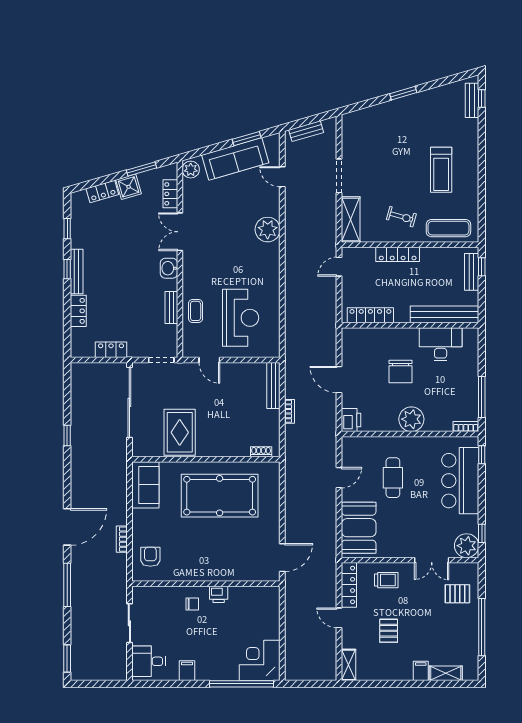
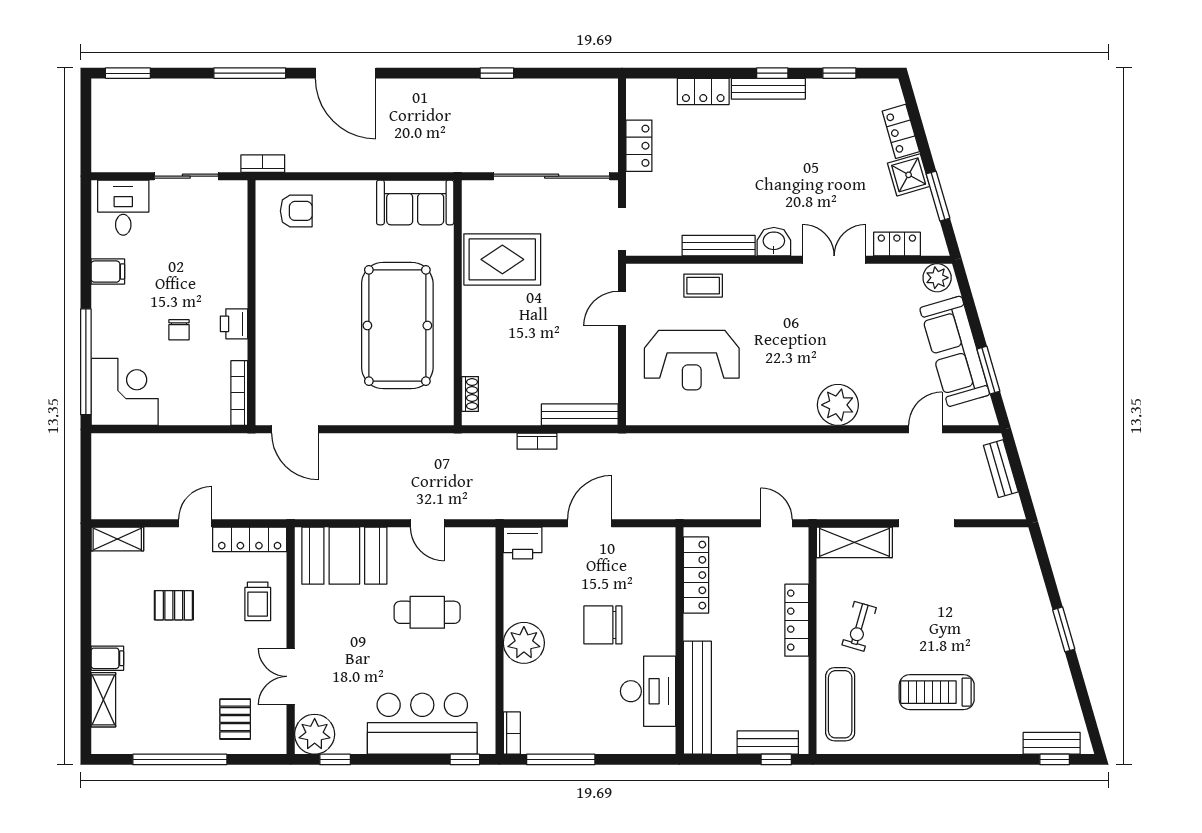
bench: (171, 307) -> (719, 246), width x1.36
bookcase: (122, 539) -> (263, 164), moved
bookcase: (260, 591) -> (239, 393), added
chair: (192, 604) -> (179, 330), moved

